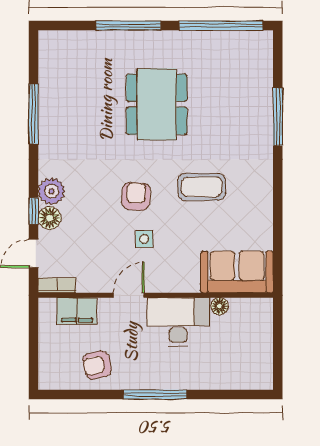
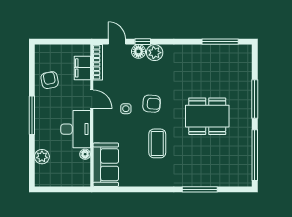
window: (33, 114) -> (220, 42), moved
bookcase: (57, 285) -> (98, 62), width x1.56
plant: (224, 378) -> (42, 157), added

